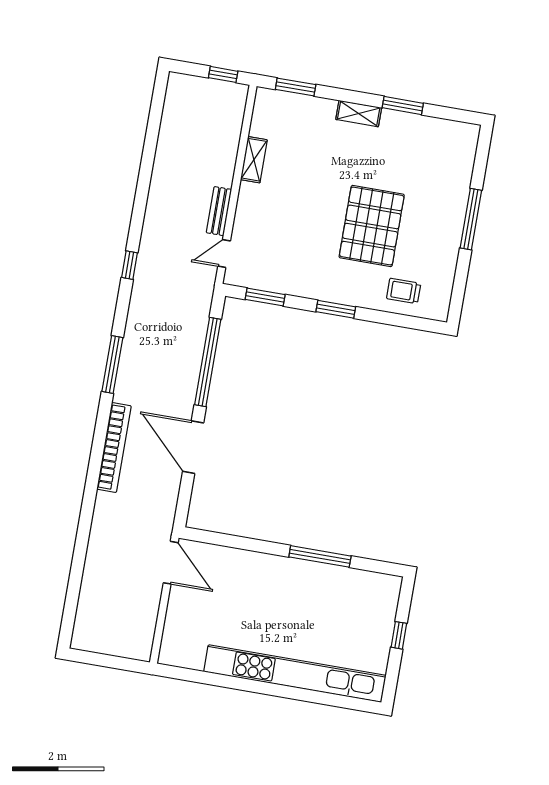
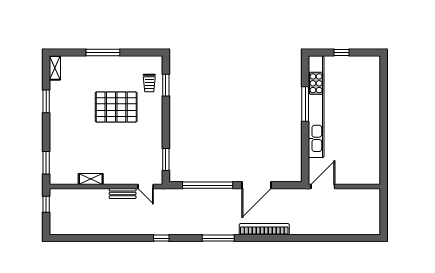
shelving: (359, 114) -> (55, 68), moved
window: (336, 309) -> (166, 85), moved
kitchen unit: (295, 674) -> (316, 107), moved, turned 180

